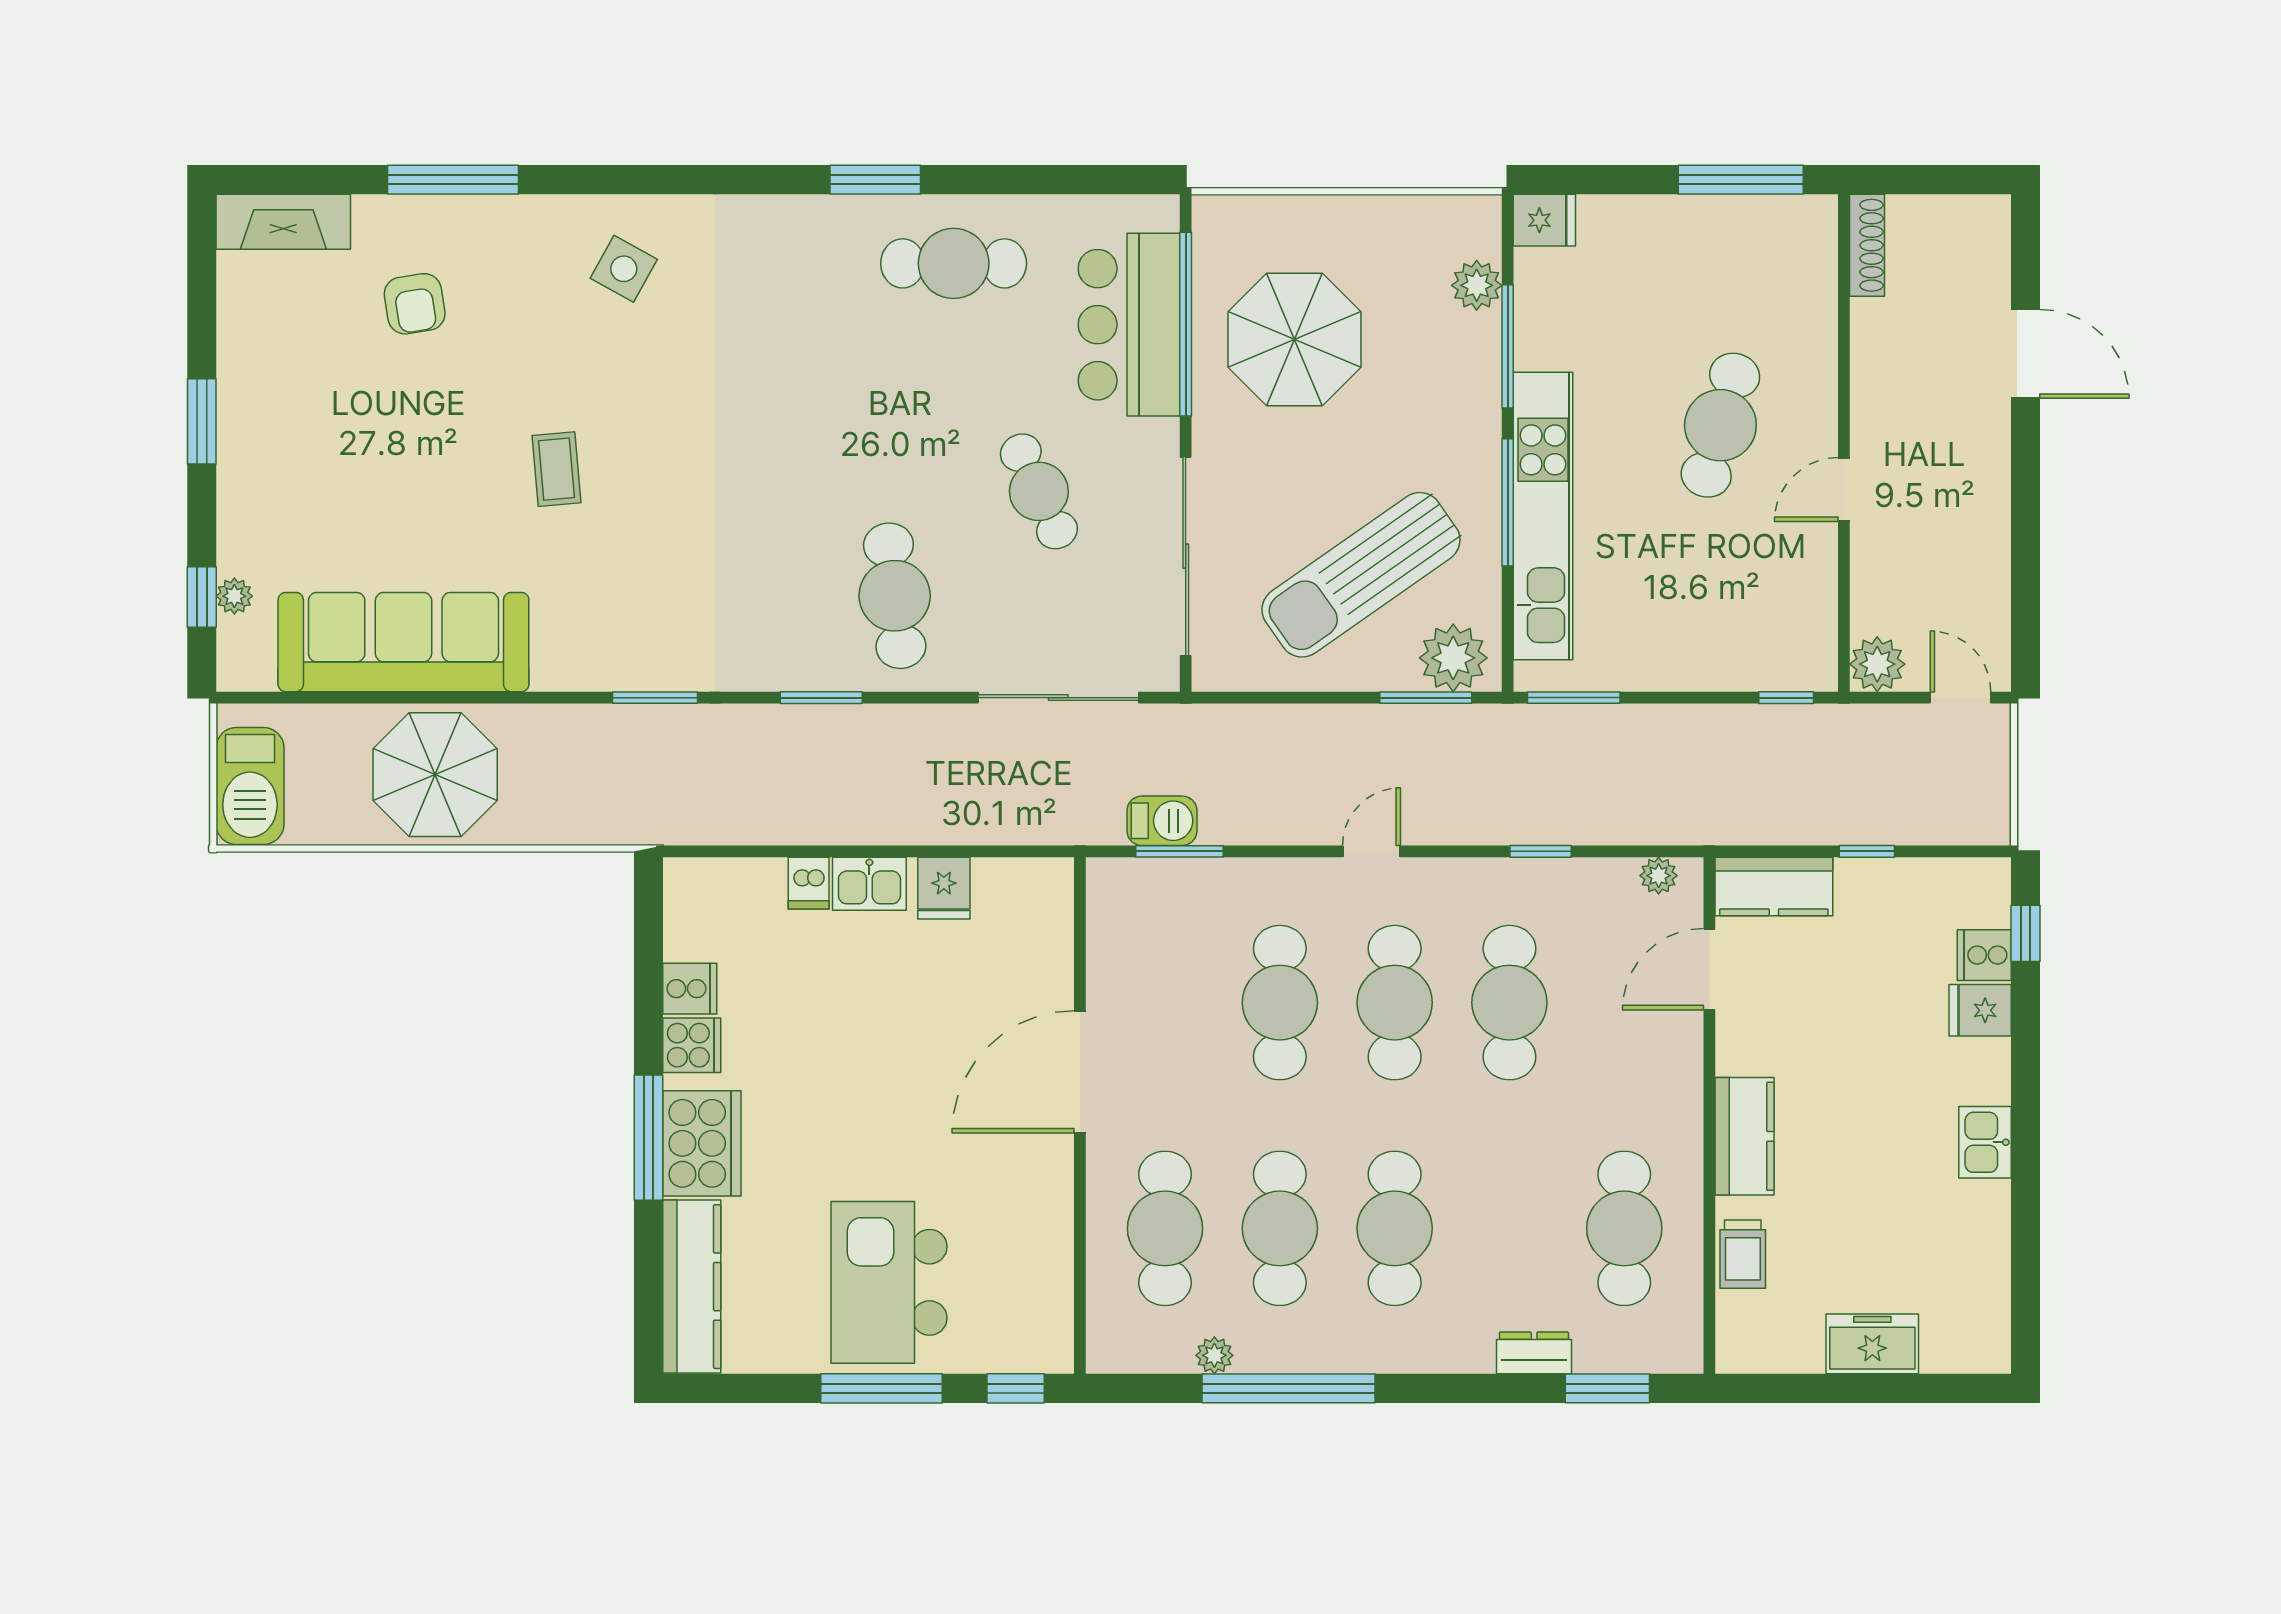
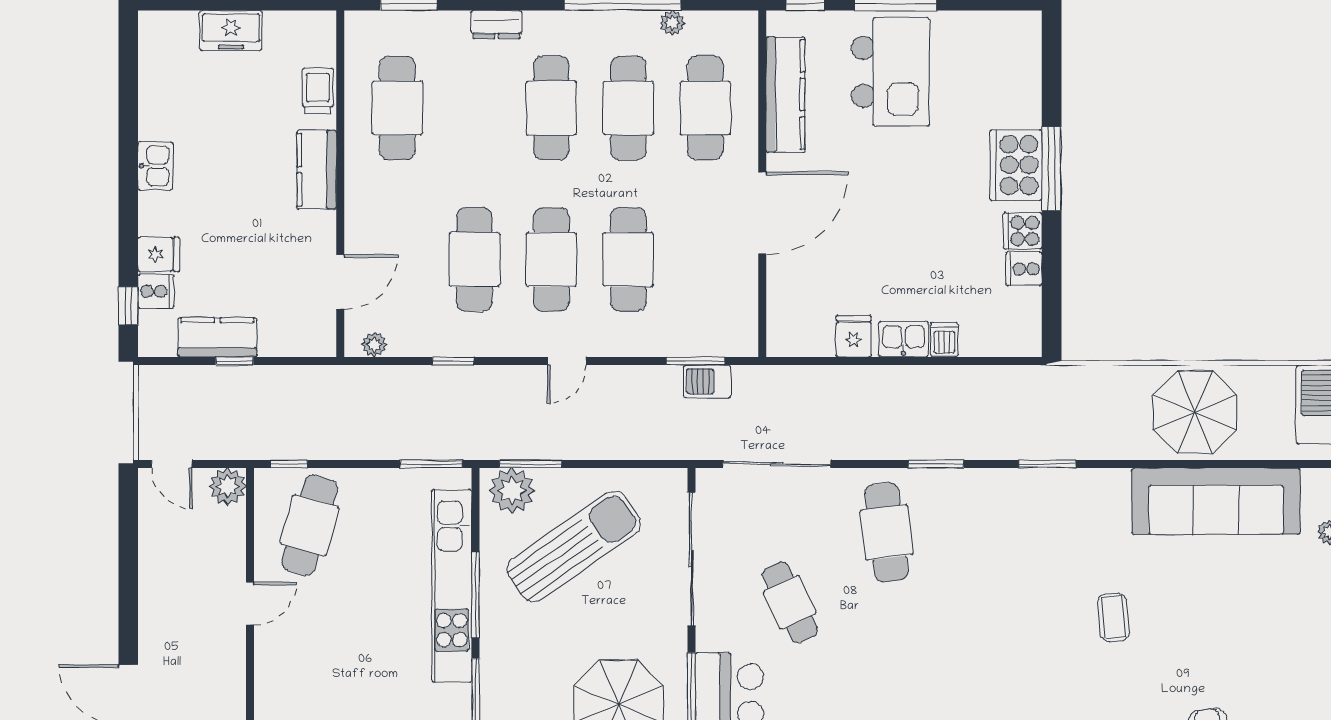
cafe table: (1720, 425) -> (310, 525), moved
kitchen counter: (1774, 886) -> (217, 337), moved
kitchen counter: (692, 1287) -> (786, 95), moved, turned 180
dresser: (1534, 1353) -> (496, 24), moved

